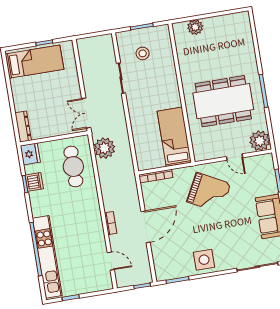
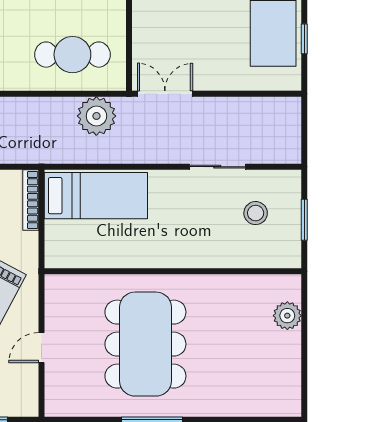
bed: (174, 137) -> (96, 196), moved
plant: (260, 141) -> (63, 398), removed

